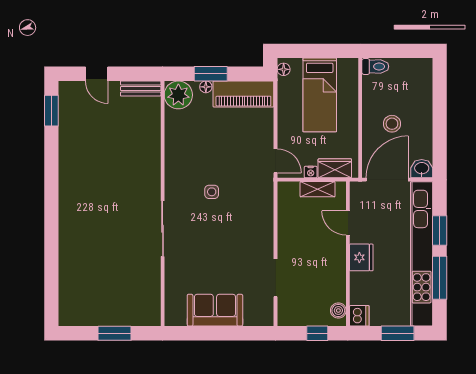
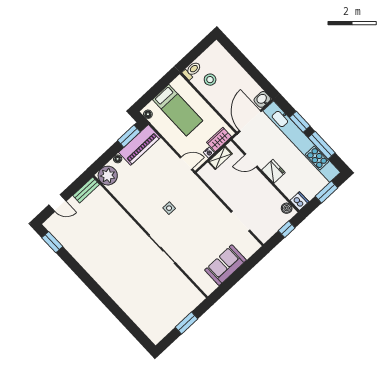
window: (211, 74) -> (129, 136), moved
stool: (392, 124) -> (210, 80), moved

